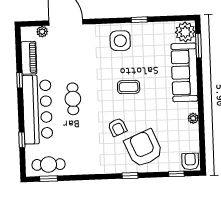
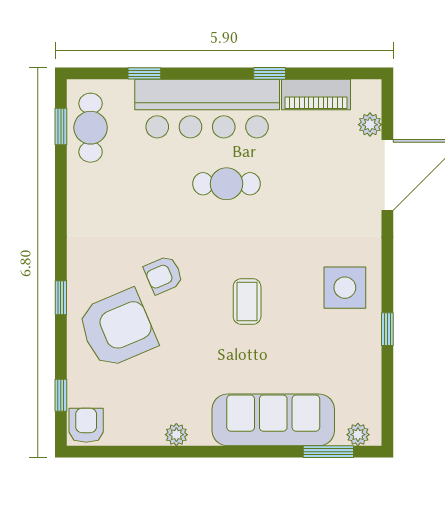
plant: (185, 32) -> (358, 435), width x0.53, depth x0.53
armchair: (190, 161) -> (86, 425), turned -90

